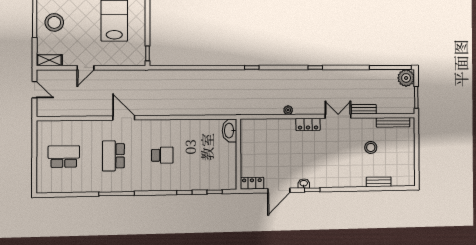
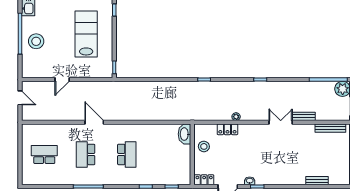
shelving: (49, 60) -> (32, 73), removed
locker: (308, 124) -> (227, 129), moved
stool: (371, 147) -> (204, 146), moved
school desk: (162, 155) -> (127, 154), width x1.85

